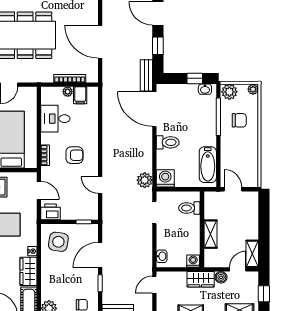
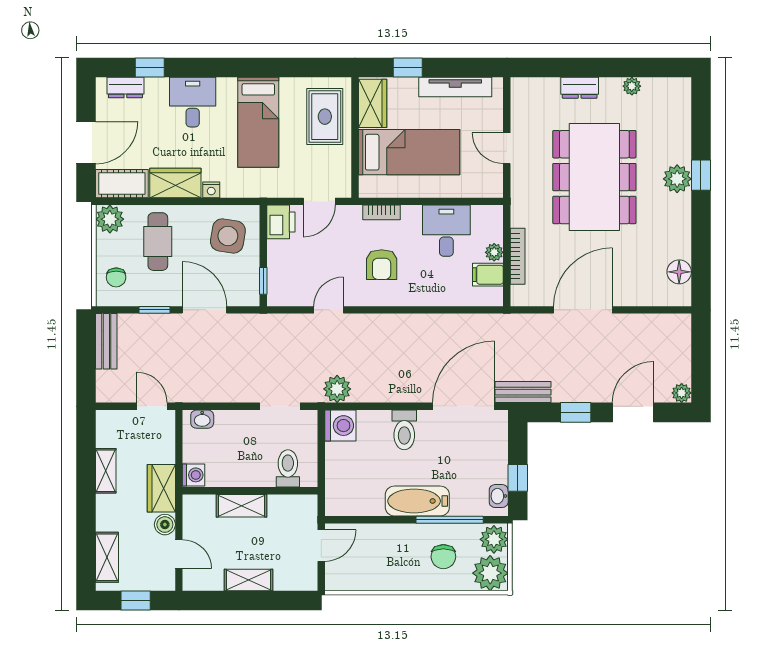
plant: (253, 89) -> (490, 573), width x1.88, depth x1.88
bathtub: (208, 165) -> (417, 501), moved
shelving: (252, 254) -> (249, 580), moved
cafe table: (62, 281) -> (158, 242), added

